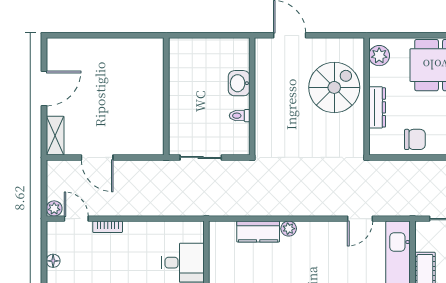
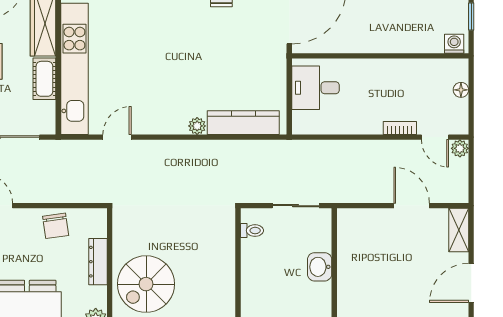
washbasin: (239, 83) -> (320, 267), moved, turned 180
toilet: (240, 116) -> (252, 231), moved
chair: (415, 139) -> (56, 226), turned -98
kitchen counter: (258, 232) -> (243, 123), width x1.50

